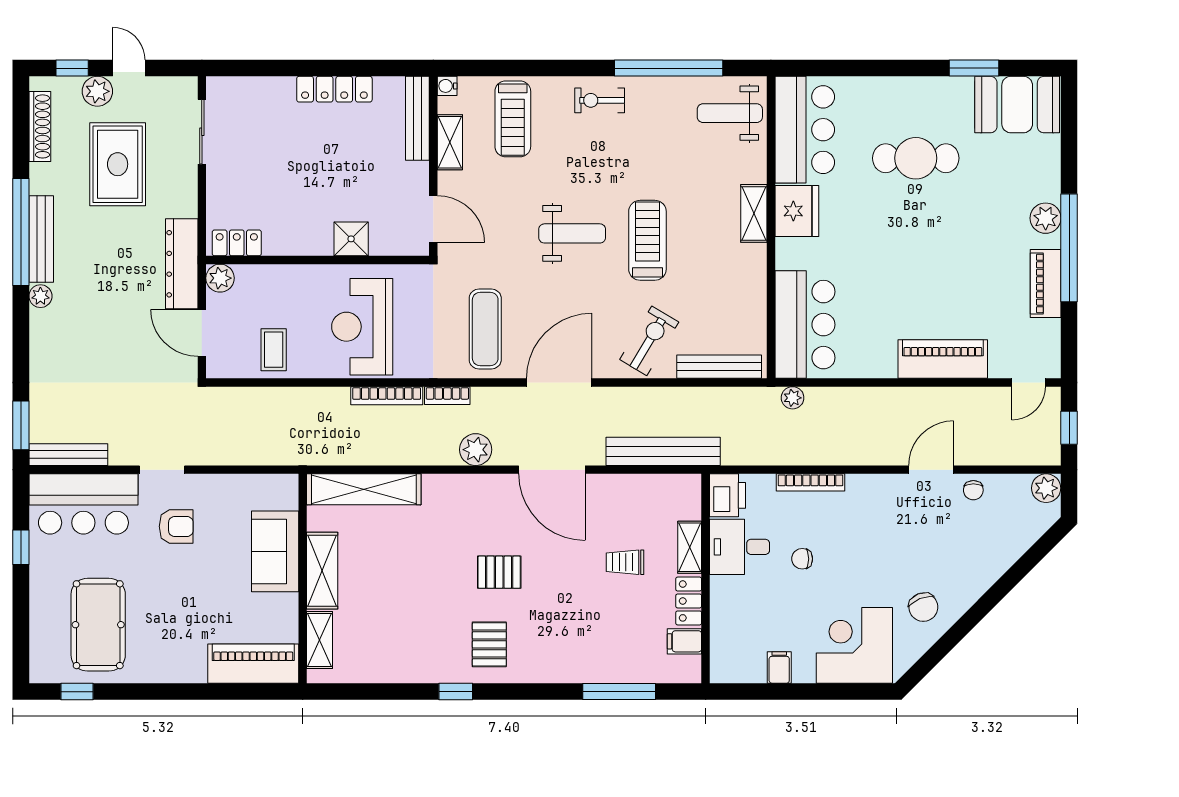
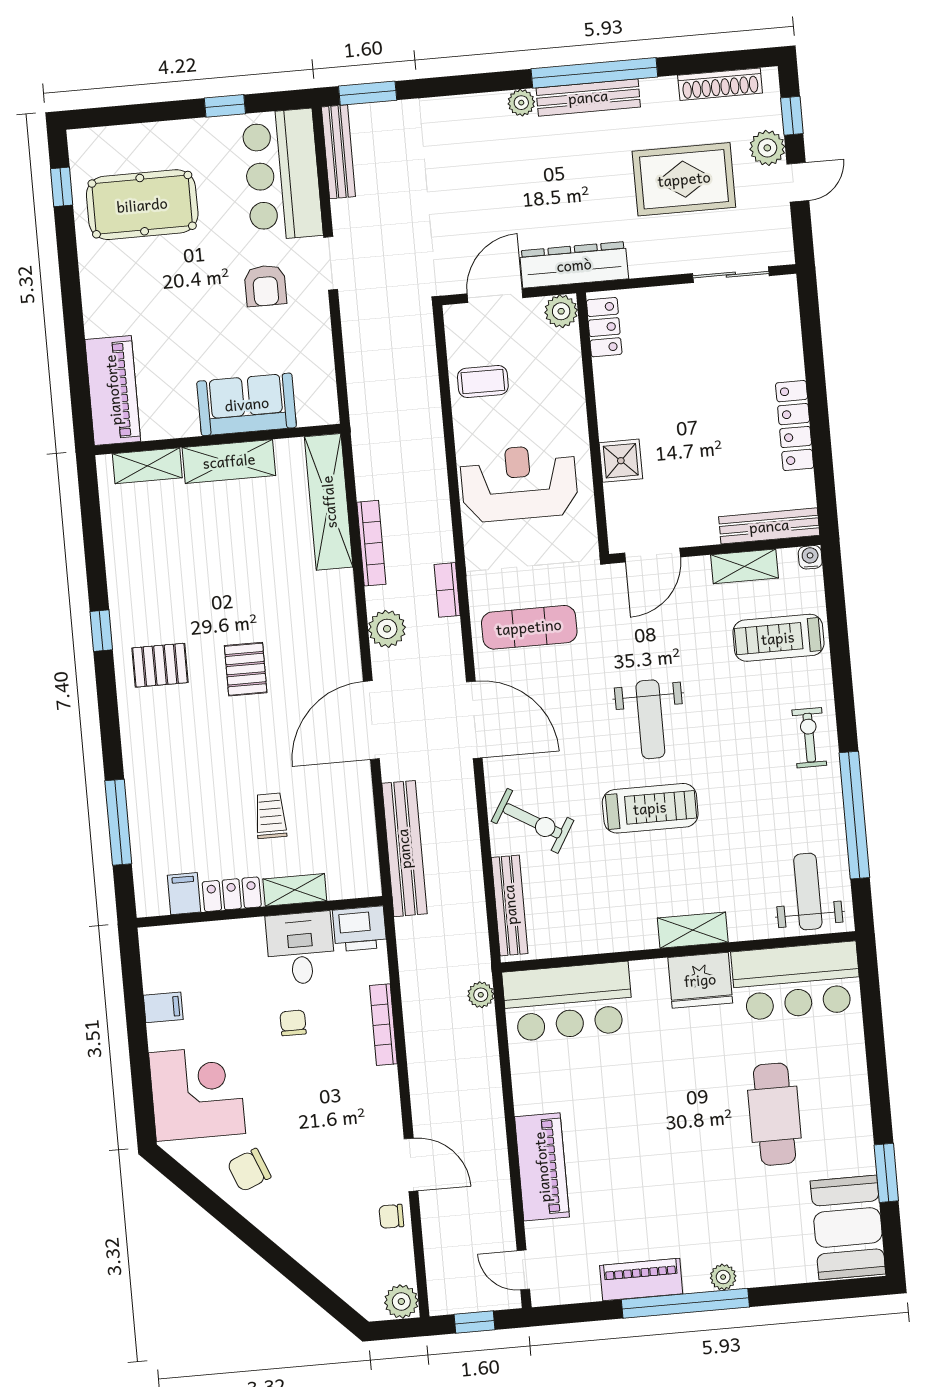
plant: (1046, 218) -> (723, 1277), width x0.73, depth x0.73
bookcase: (387, 396) -> (371, 543), moved, turned 180

